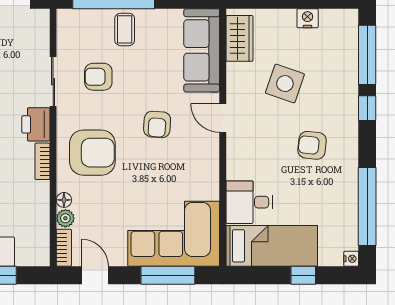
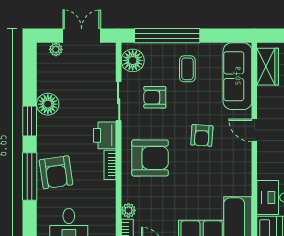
coffee table: (125, 29) -> (187, 69), moved
floor lamp: (64, 200) -> (133, 60), moved, width x1.89, depth x1.89

